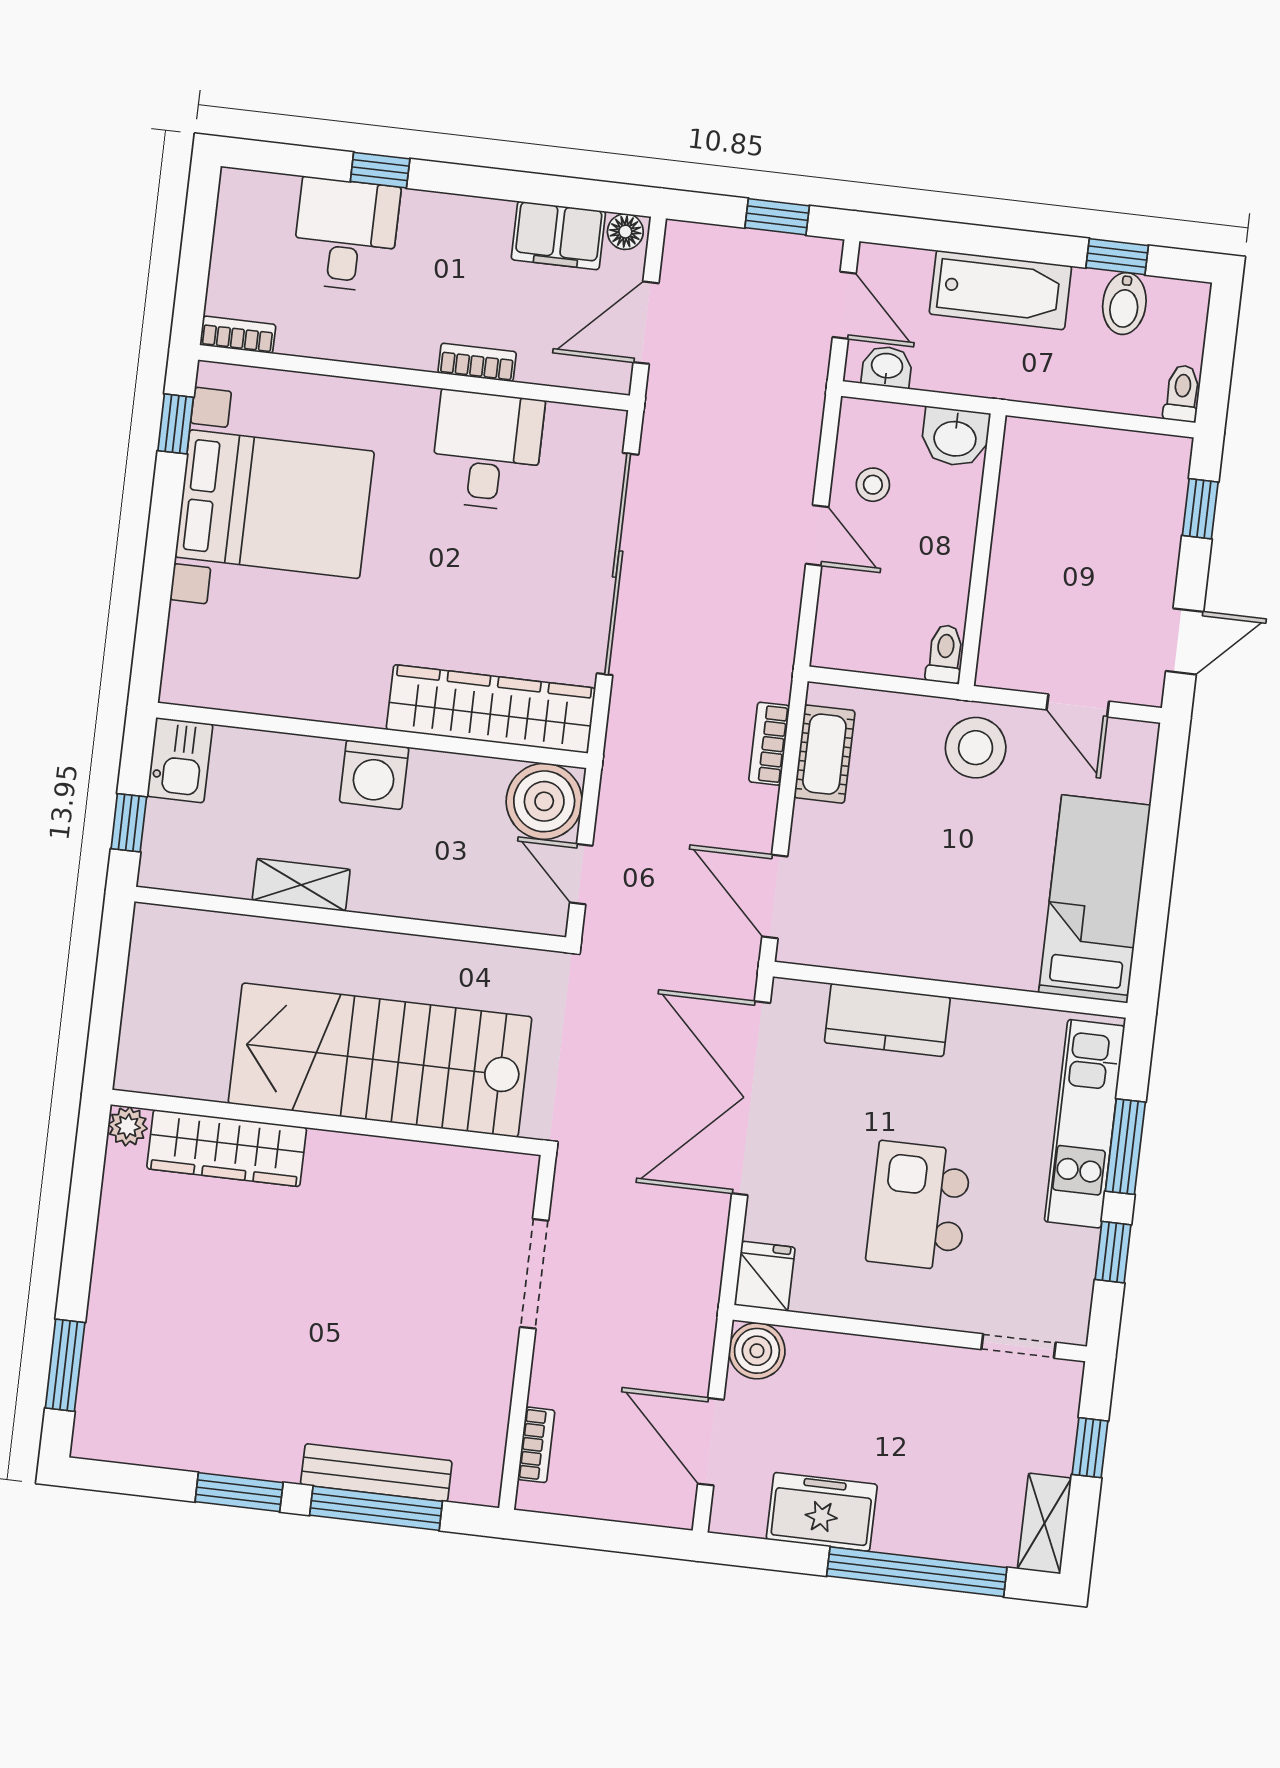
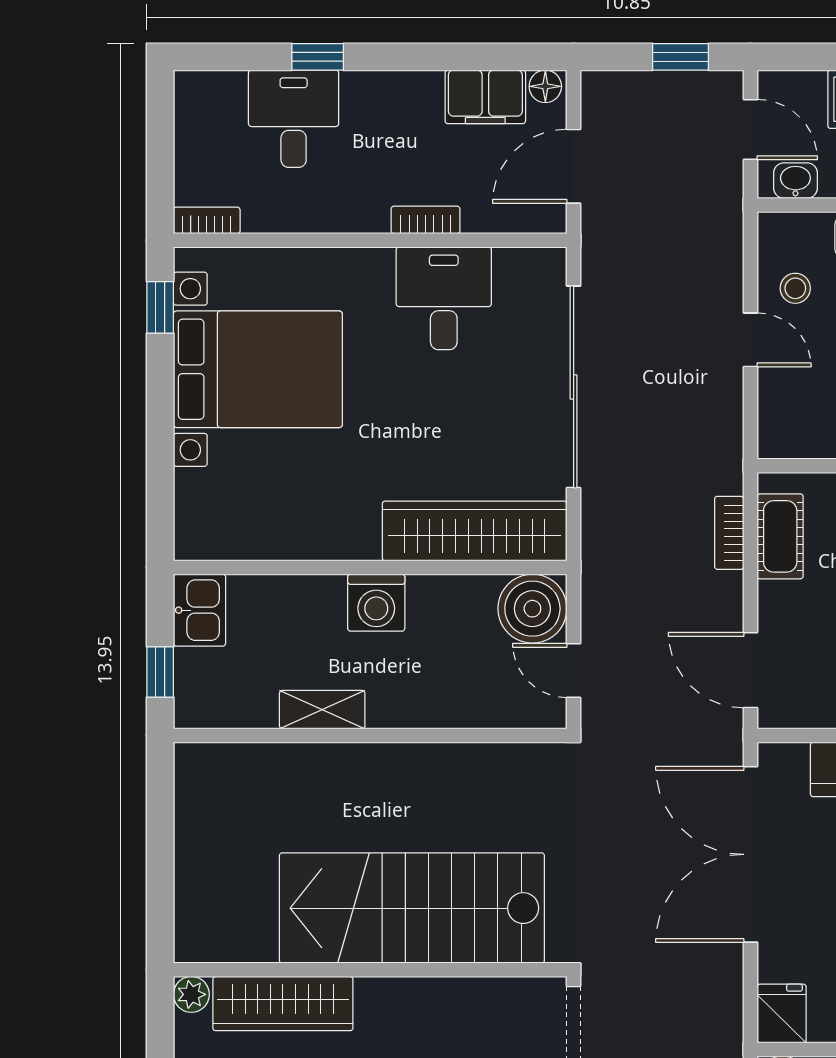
stairs: (380, 1060) -> (412, 908), moved
wall: (326, 1122) -> (370, 970), moved
plant: (128, 1126) -> (191, 994), moved
wardrobe: (227, 1148) -> (283, 1004), moved

